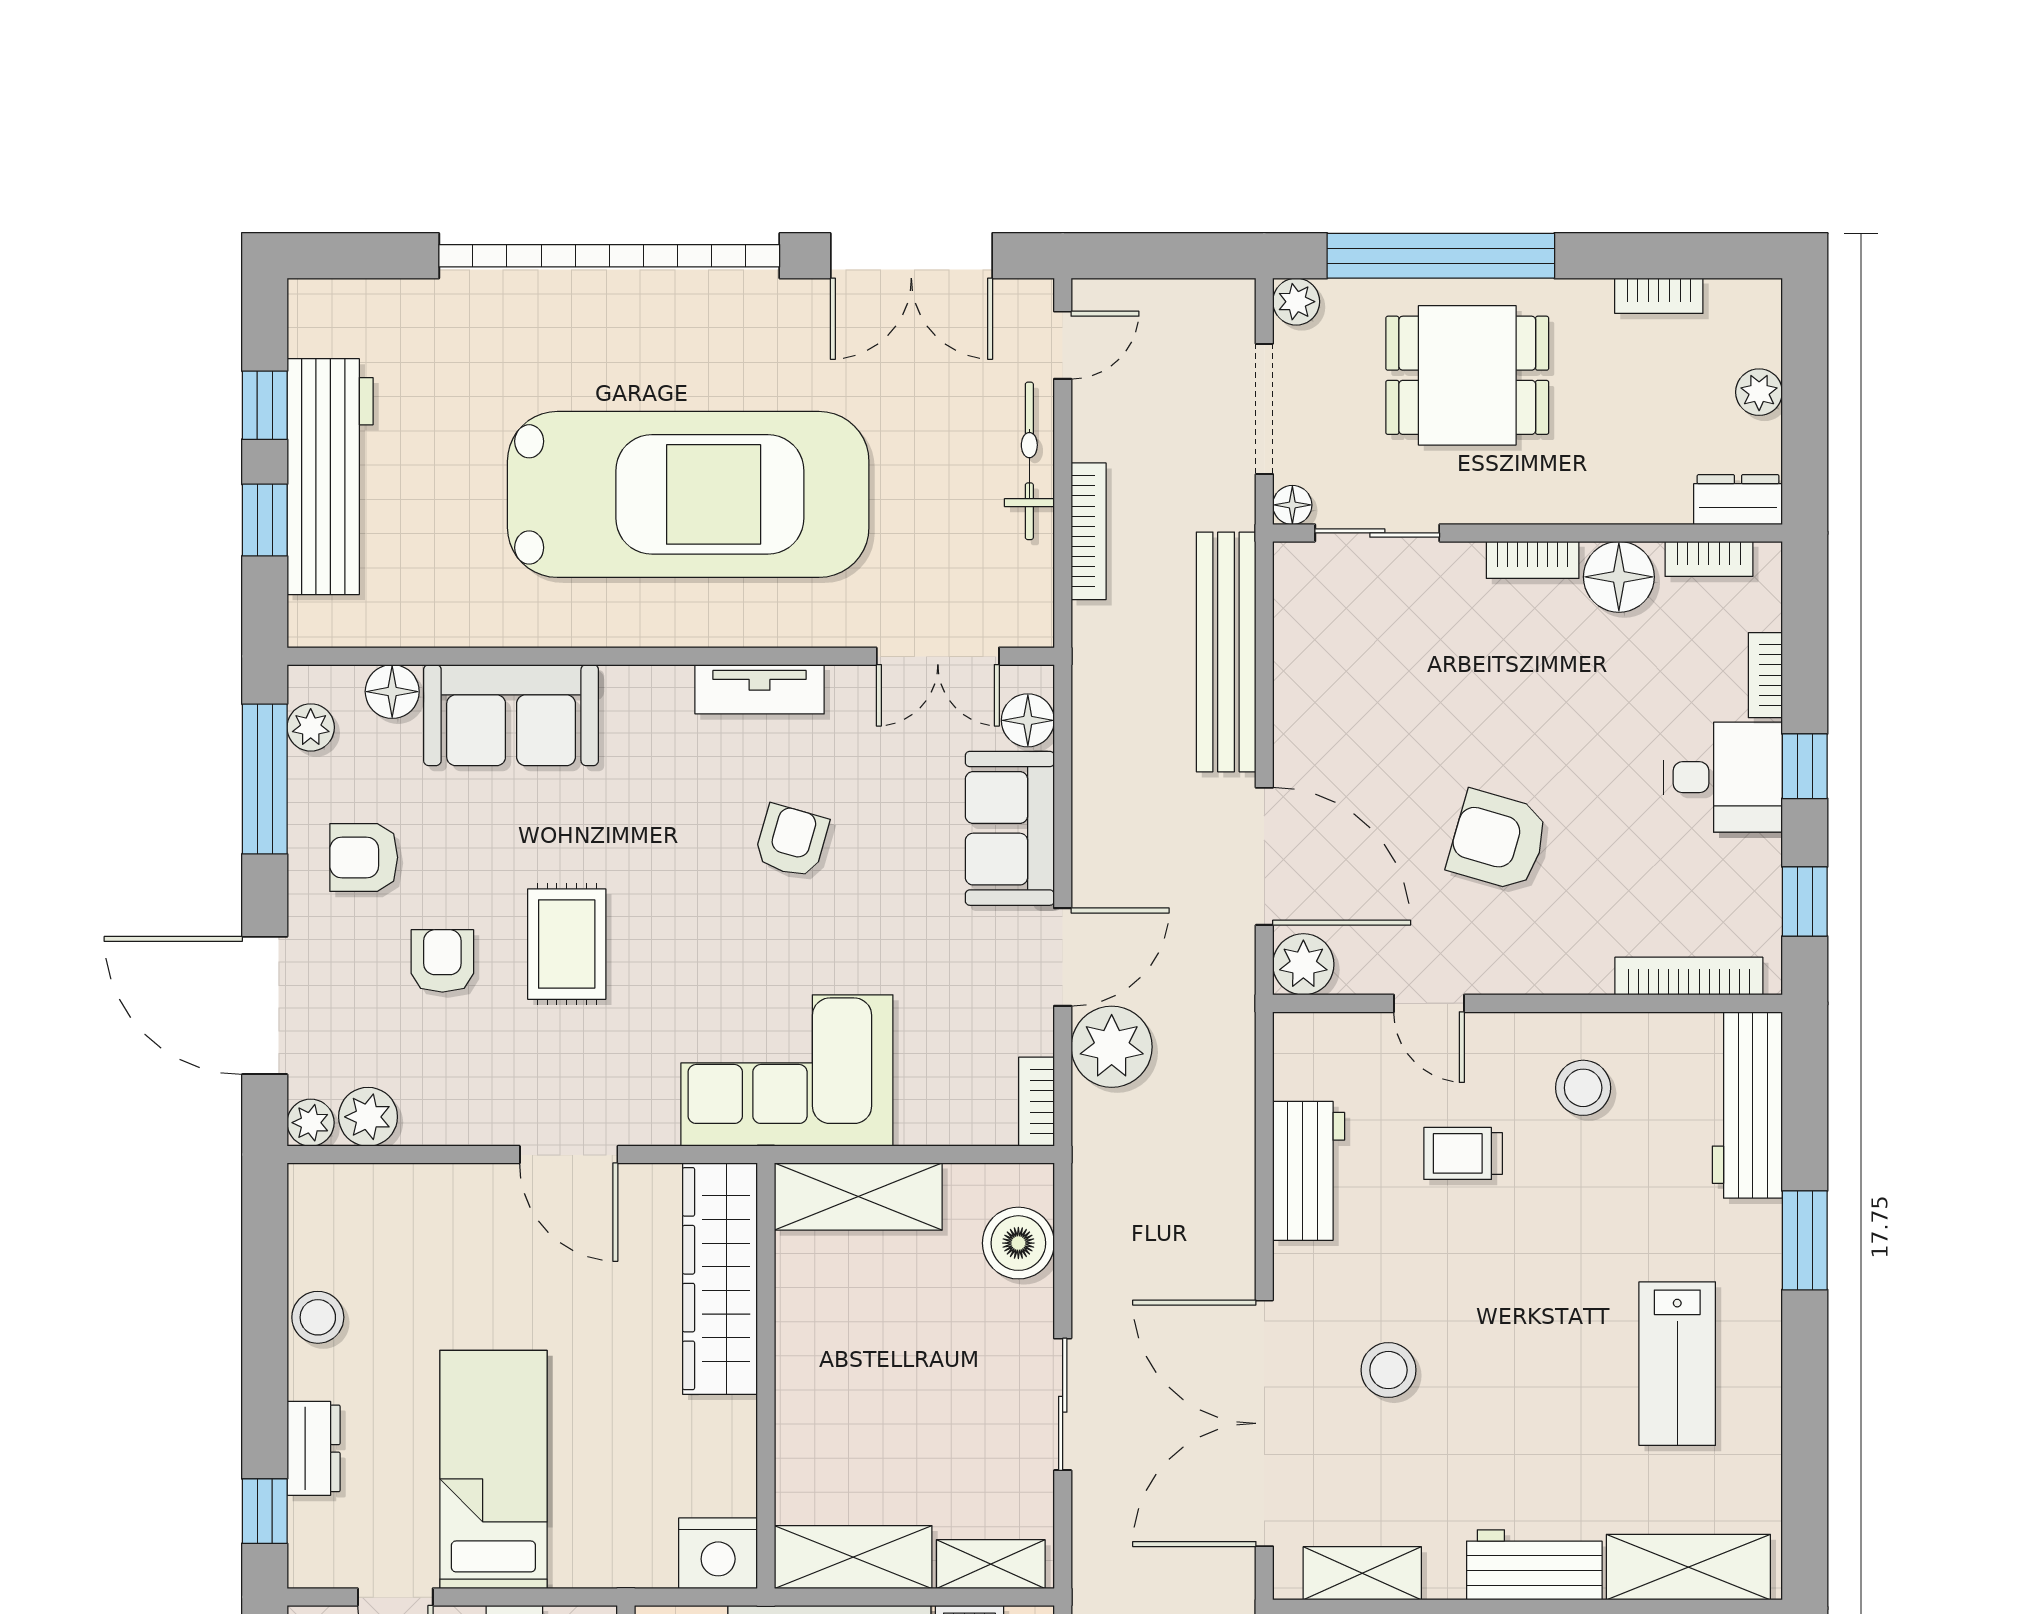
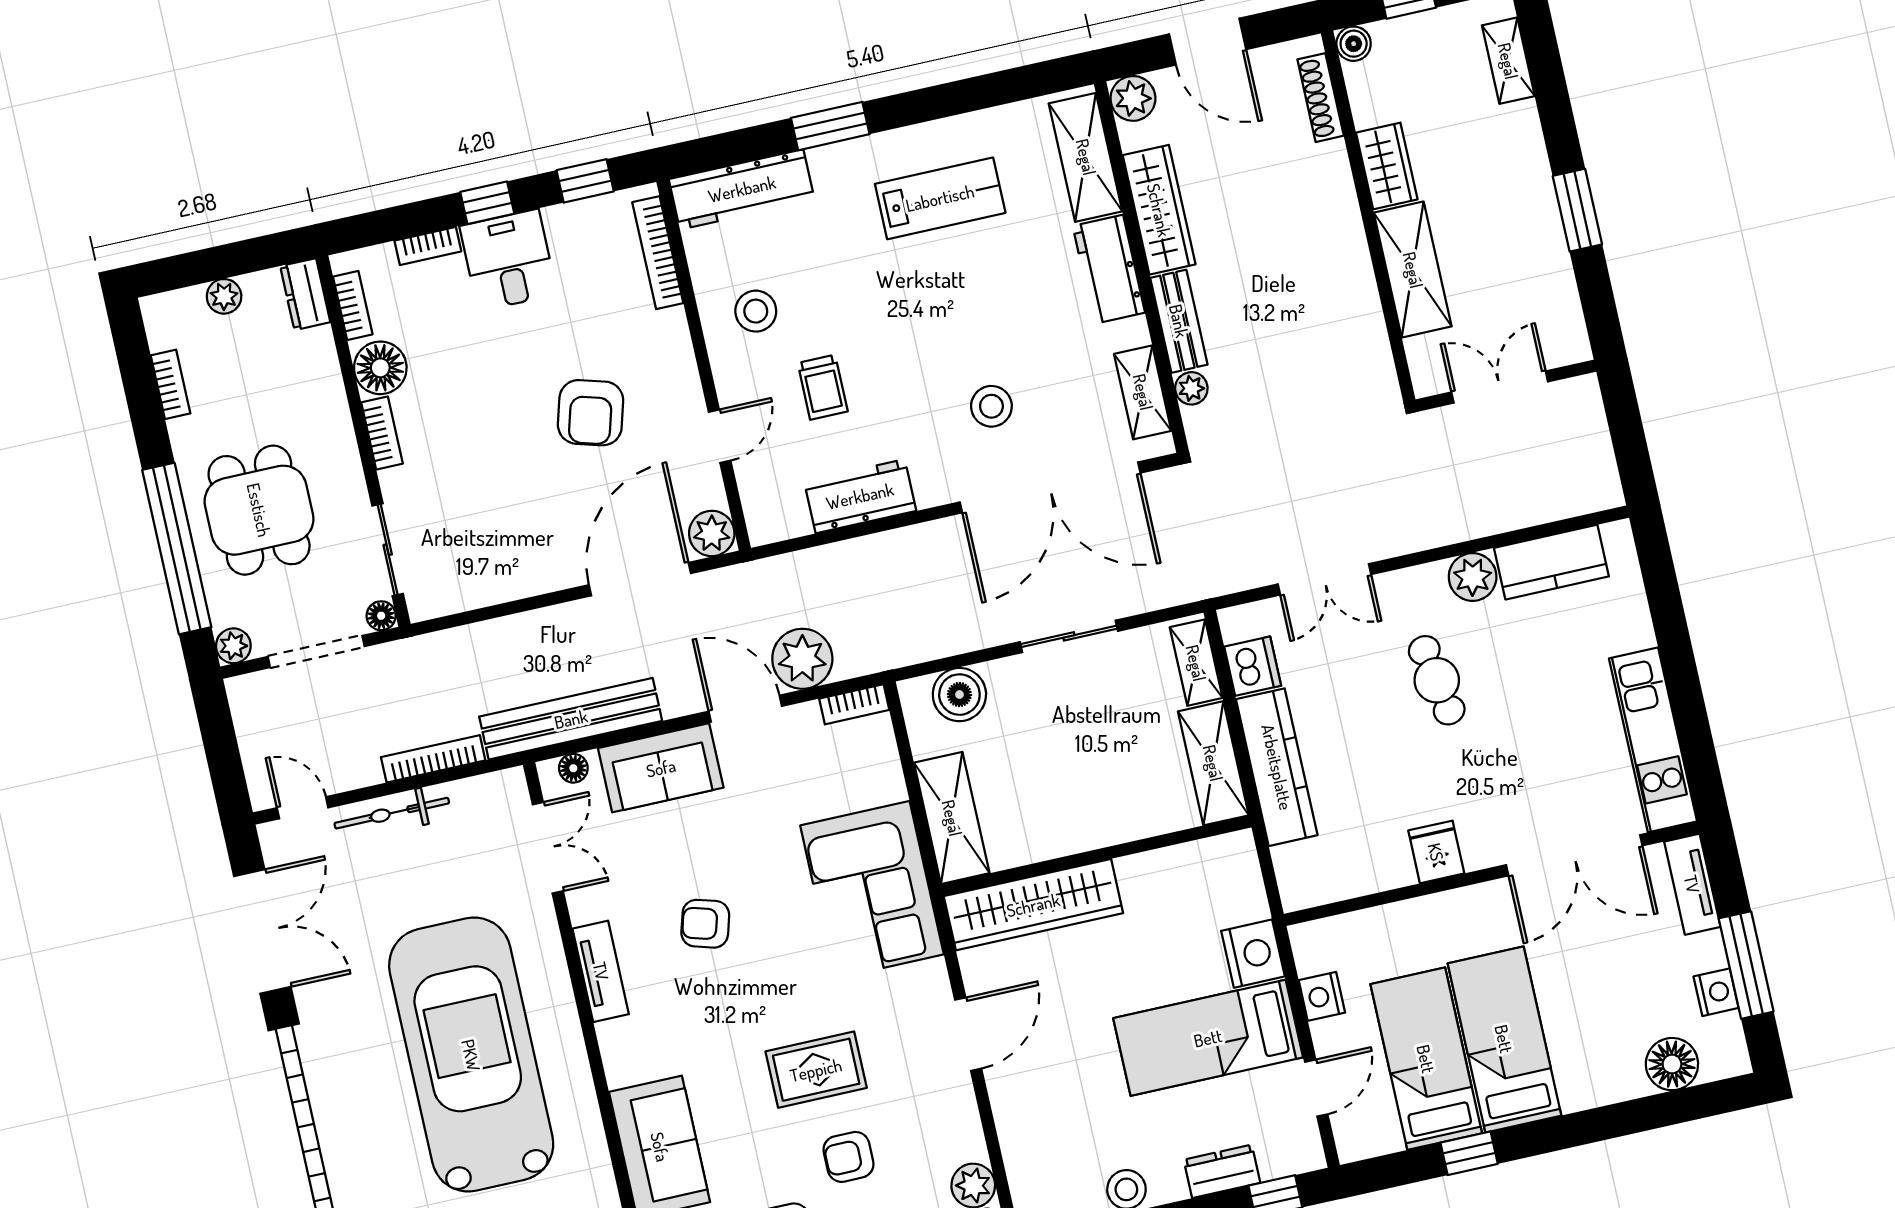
bench: (1226, 652) -> (571, 719), moved
floor lamp: (1028, 720) -> (573, 768), width x0.73, depth x0.73
nightstand: (718, 1553) -> (1253, 954), moved

